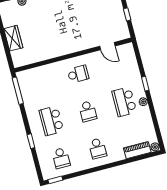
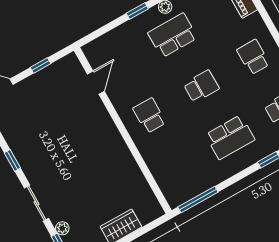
school desk: (124, 102) -> (173, 35), turned 180
school desk: (98, 148) -> (253, 57), turned -90

